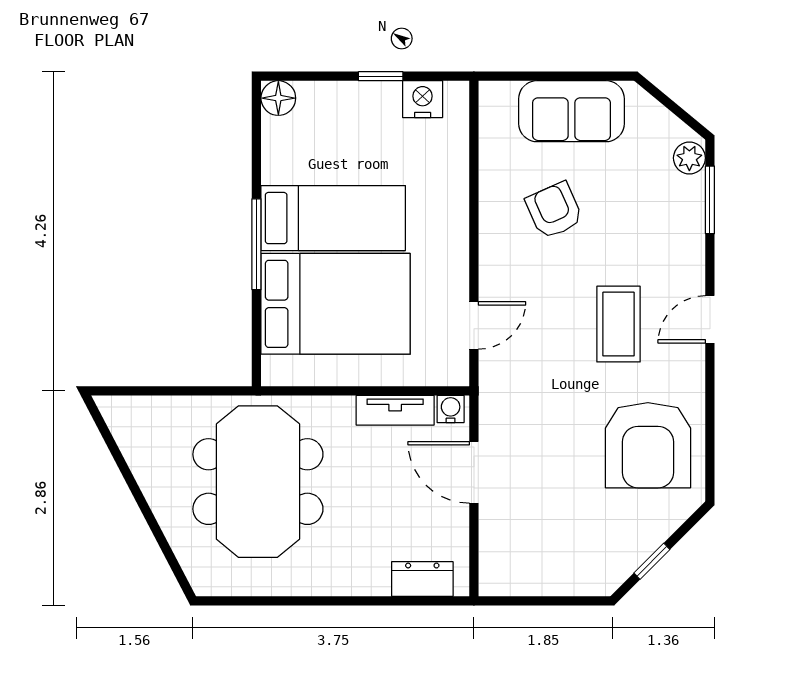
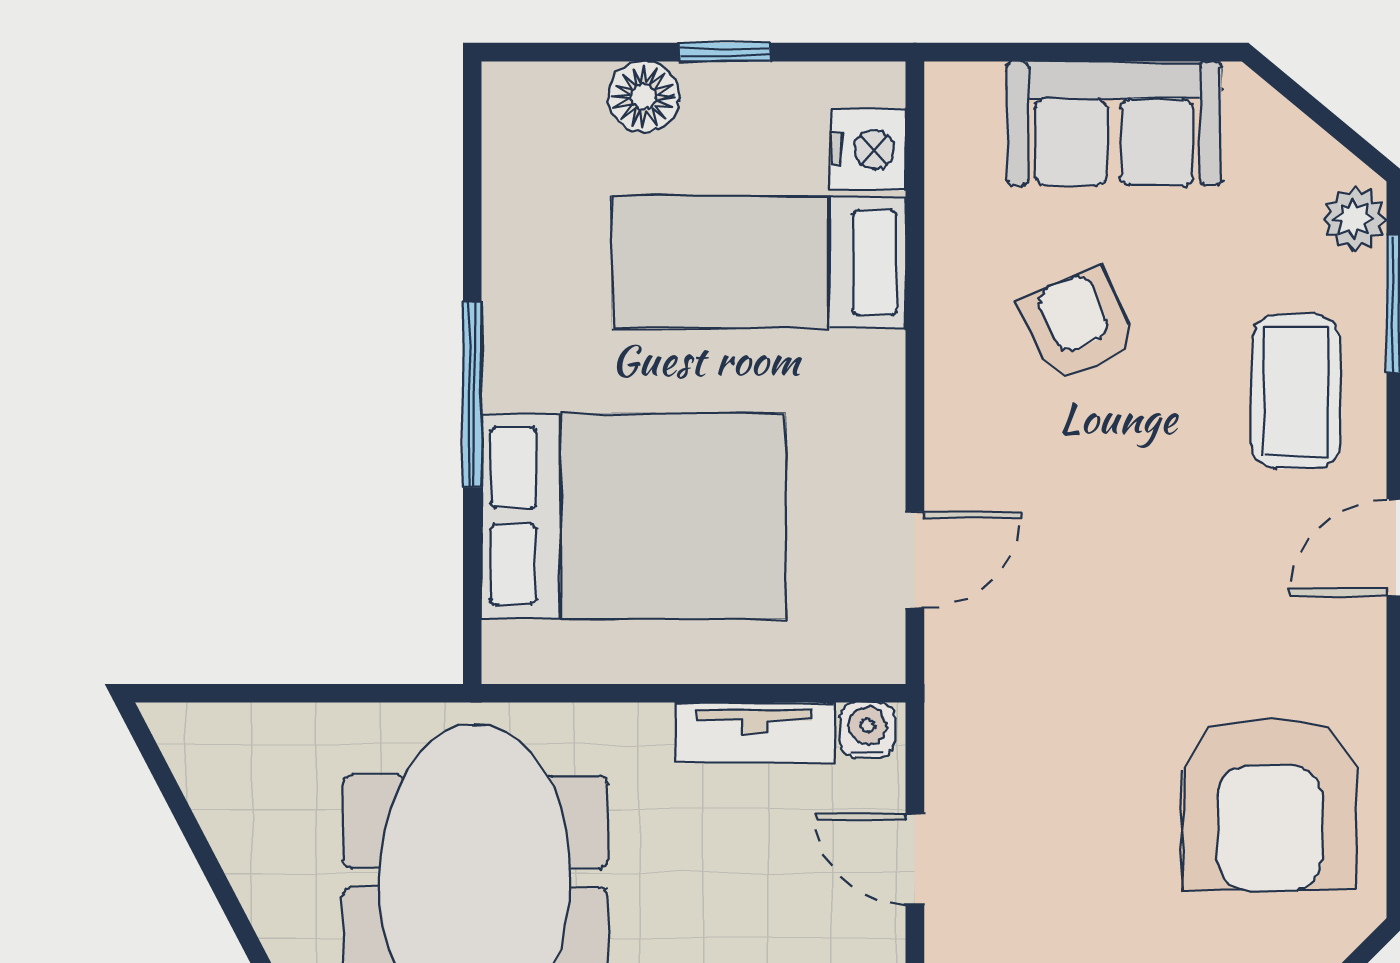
floor lamp: (278, 98) -> (643, 97), moved
nightstand: (423, 99) -> (868, 149), moved, turned 90
bed: (333, 218) -> (759, 263), moved, turned 180
coffee table: (619, 324) -> (1296, 392), moved
door: (474, 472) -> (915, 859), width x0.73

